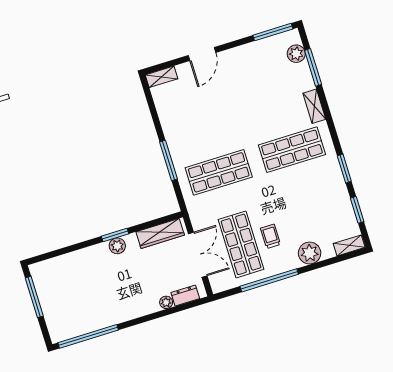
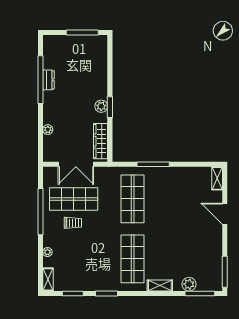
plant: (296, 54) -> (189, 284), moved
window: (313, 67) -> (200, 294), moved
plant: (310, 253) -> (47, 252), width x0.53, depth x0.53
dresser: (185, 296) -> (48, 80), moved
window: (88, 336) -> (40, 80), moved

